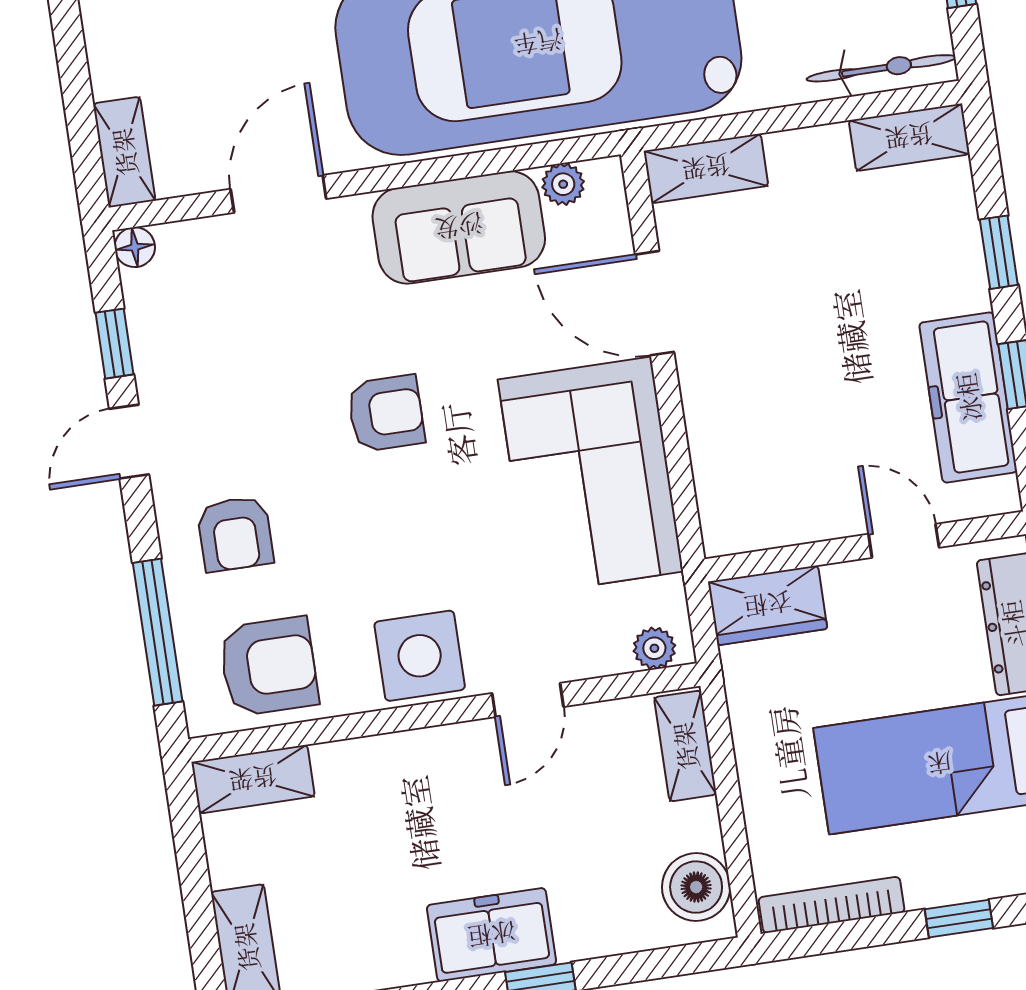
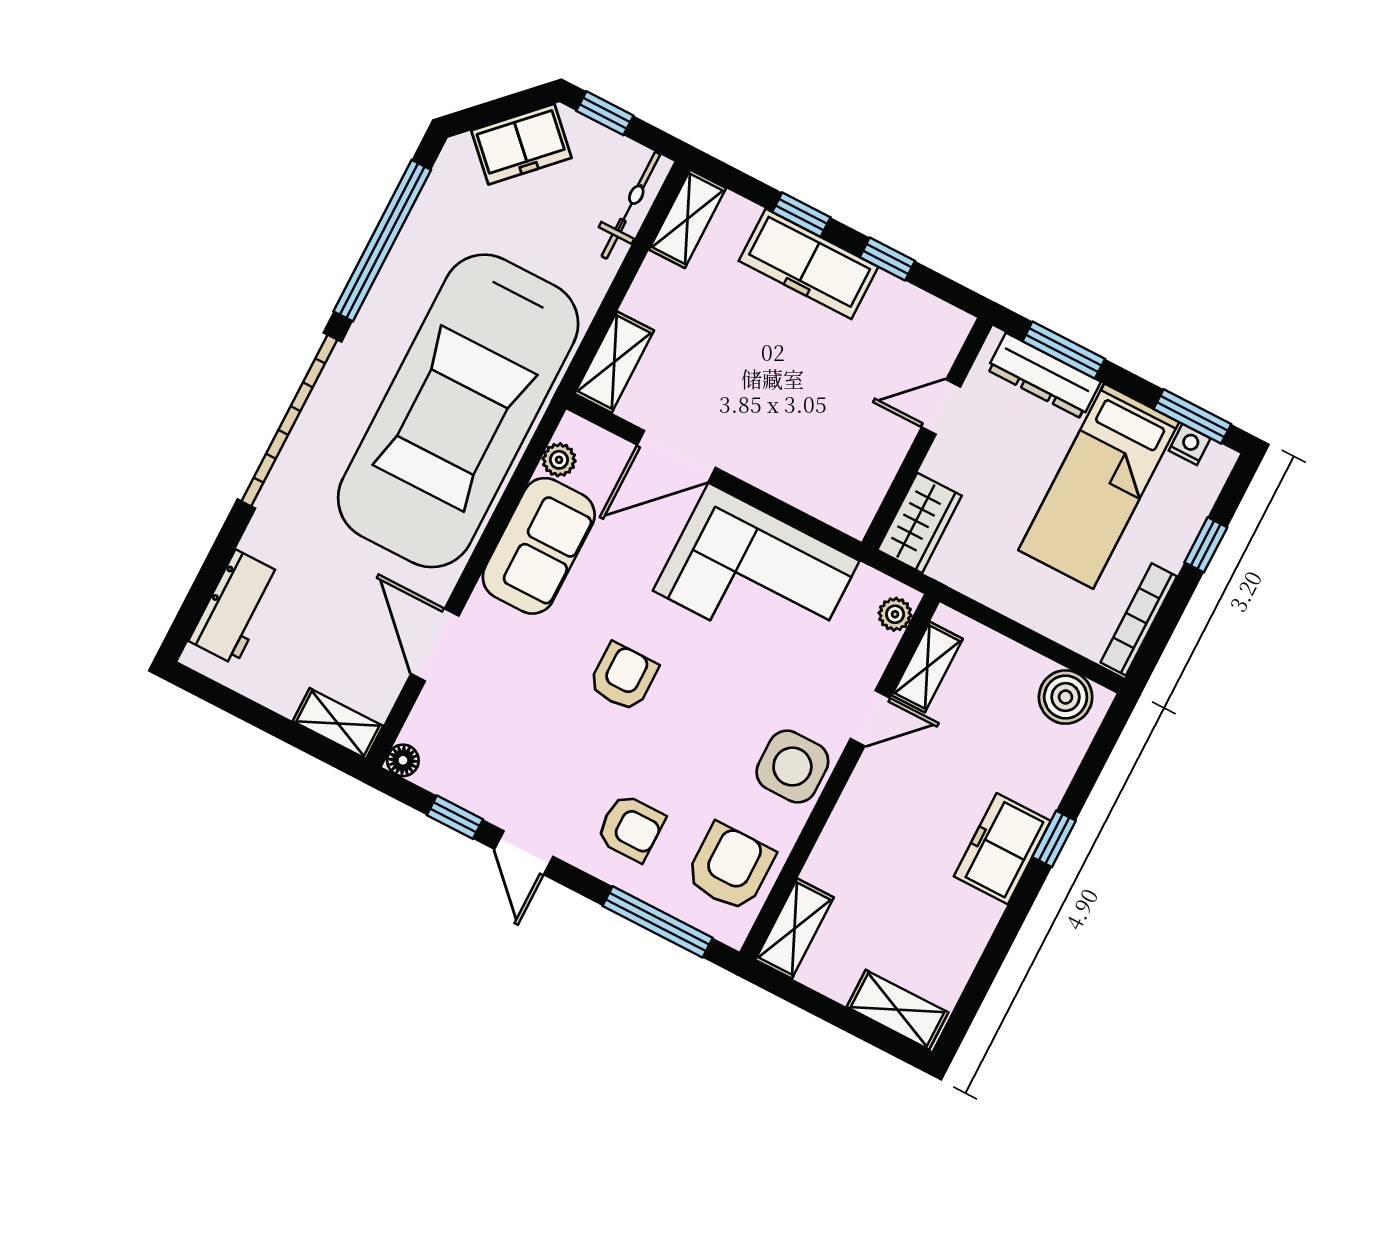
freezer: (968, 397) -> (809, 264), moved
door: (528, 700) -> (870, 718), hinge flipped
shelving: (685, 746) -> (927, 667), moved, turned 90

